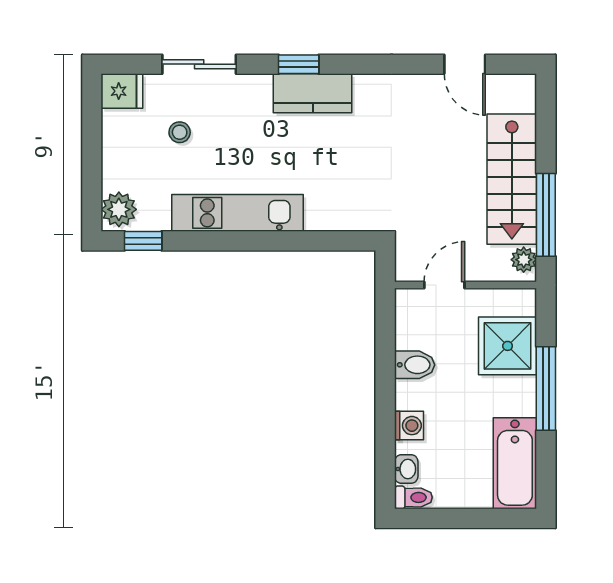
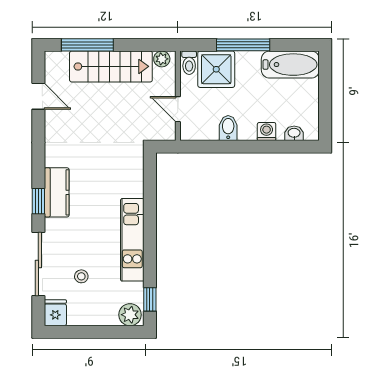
sliding door: (199, 64) -> (38, 264), width x1.37
door: (465, 64) -> (38, 96), hinge flipped
window: (546, 215) -> (87, 45), moved
toilet: (413, 497) -> (189, 63), moved, turned 180

